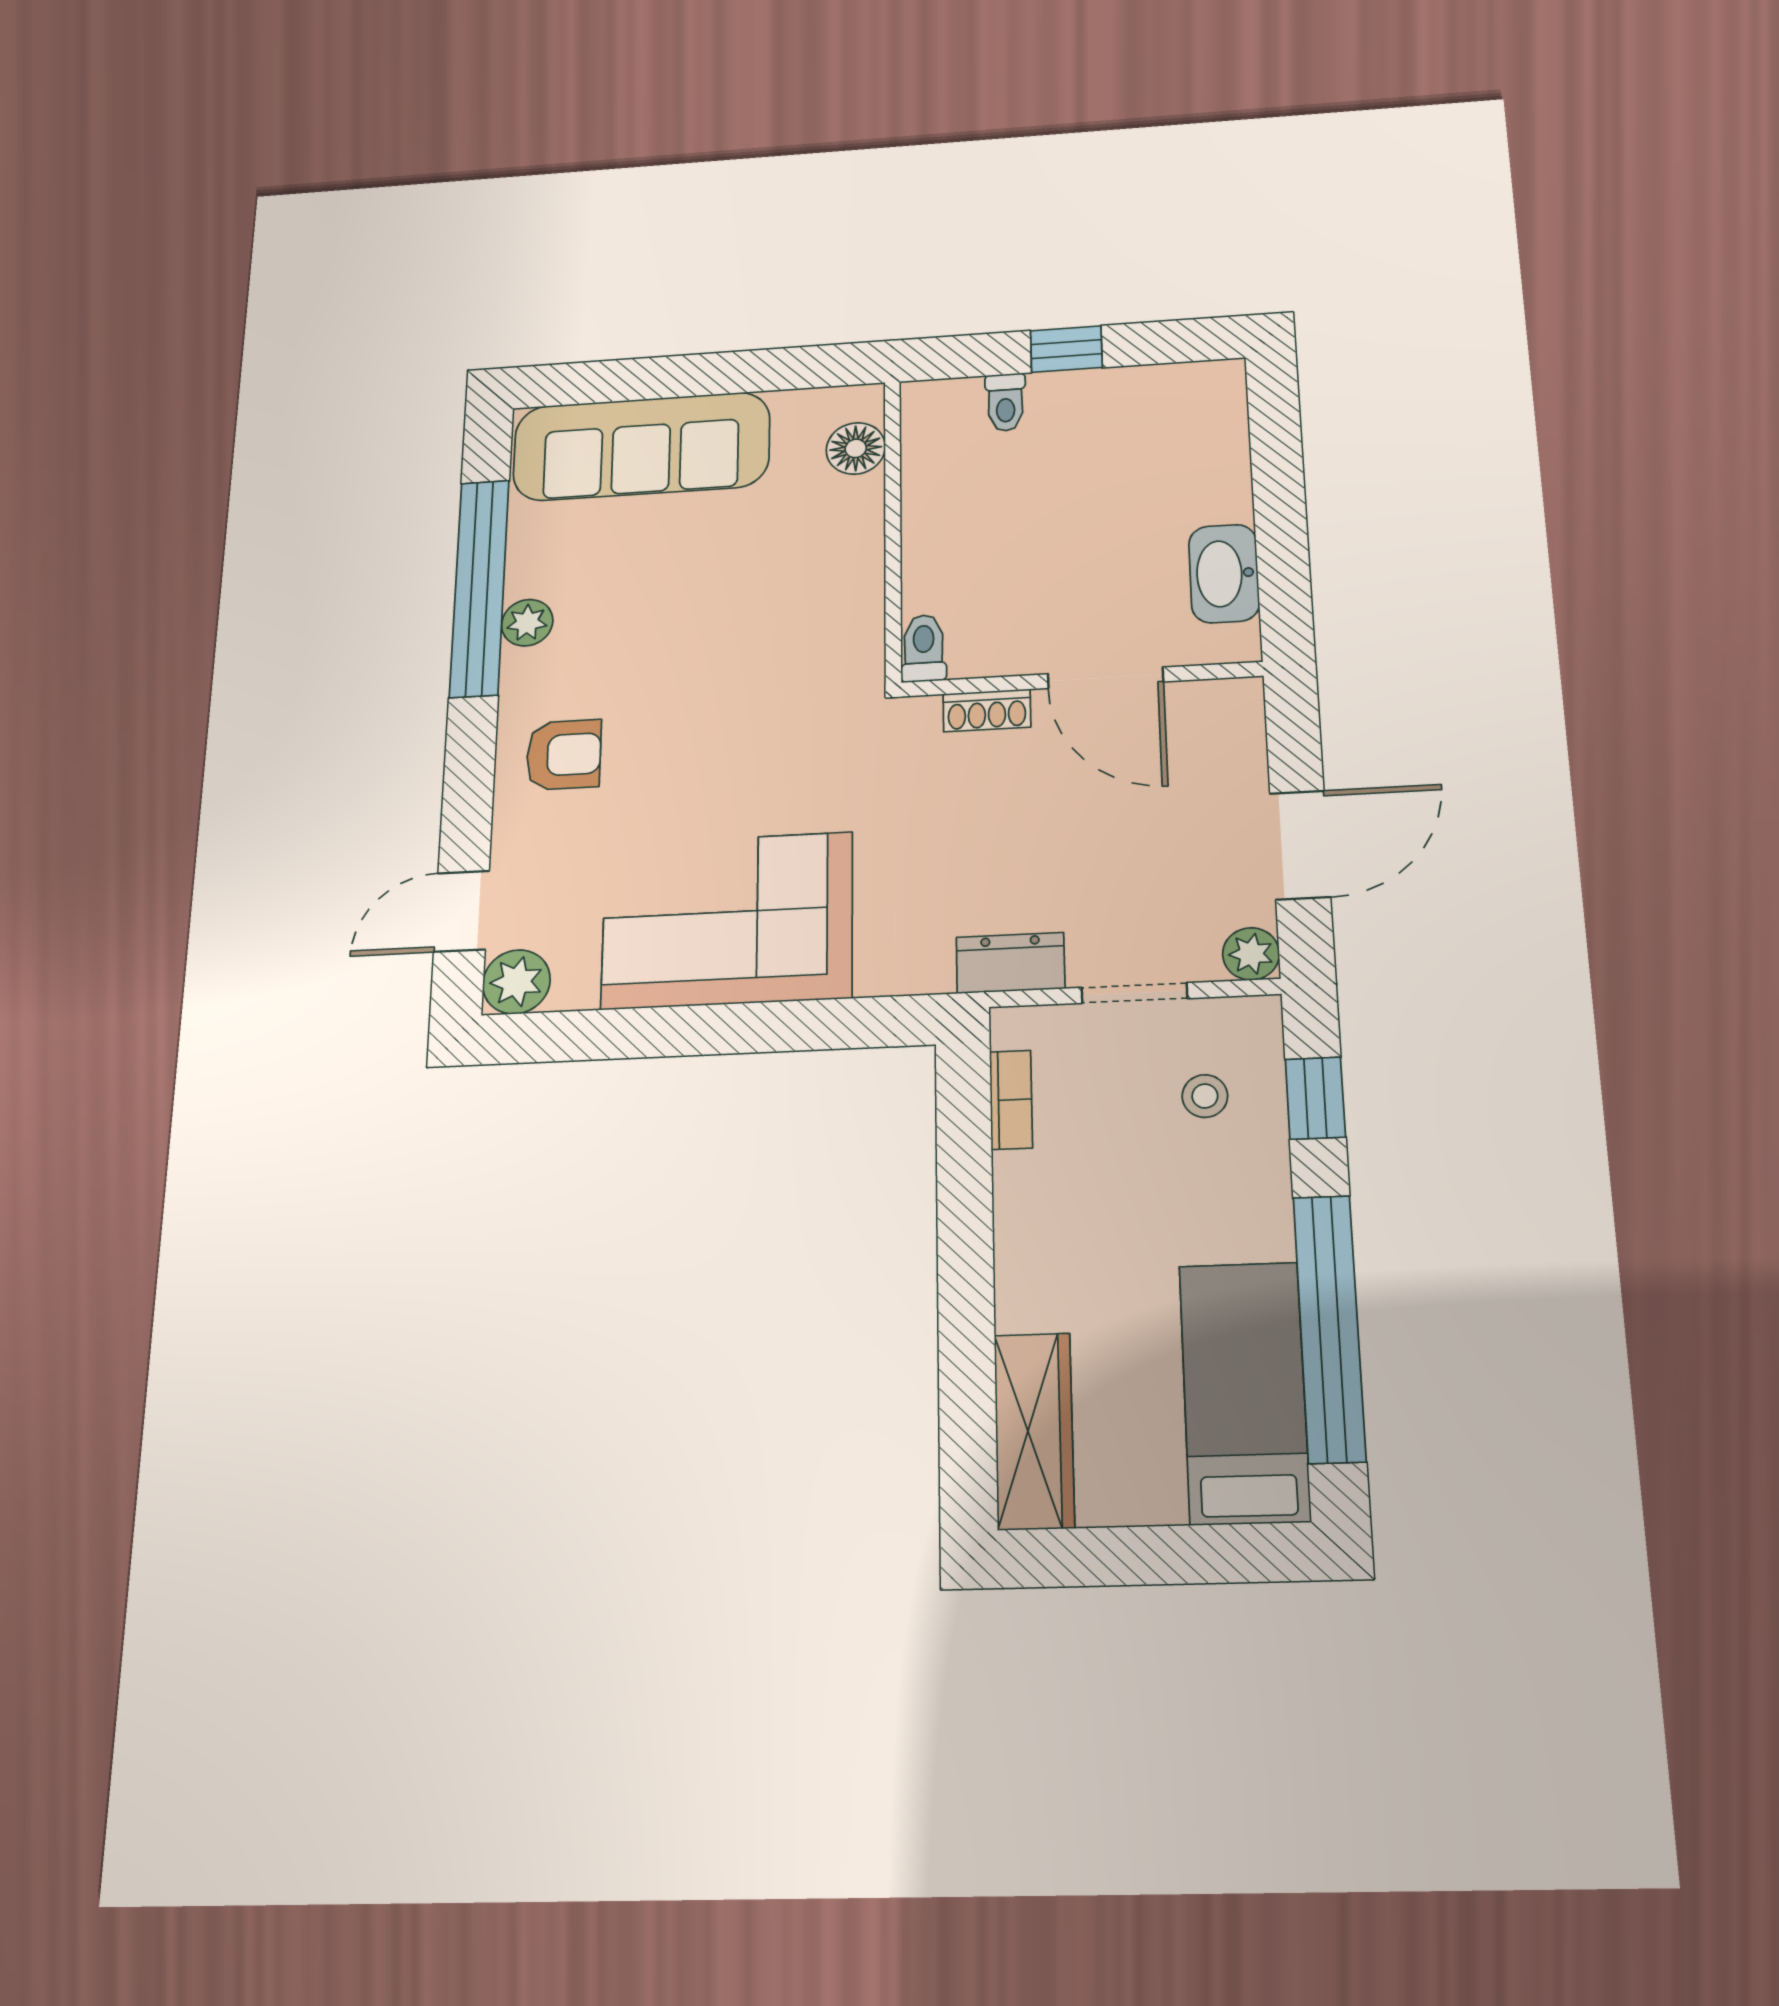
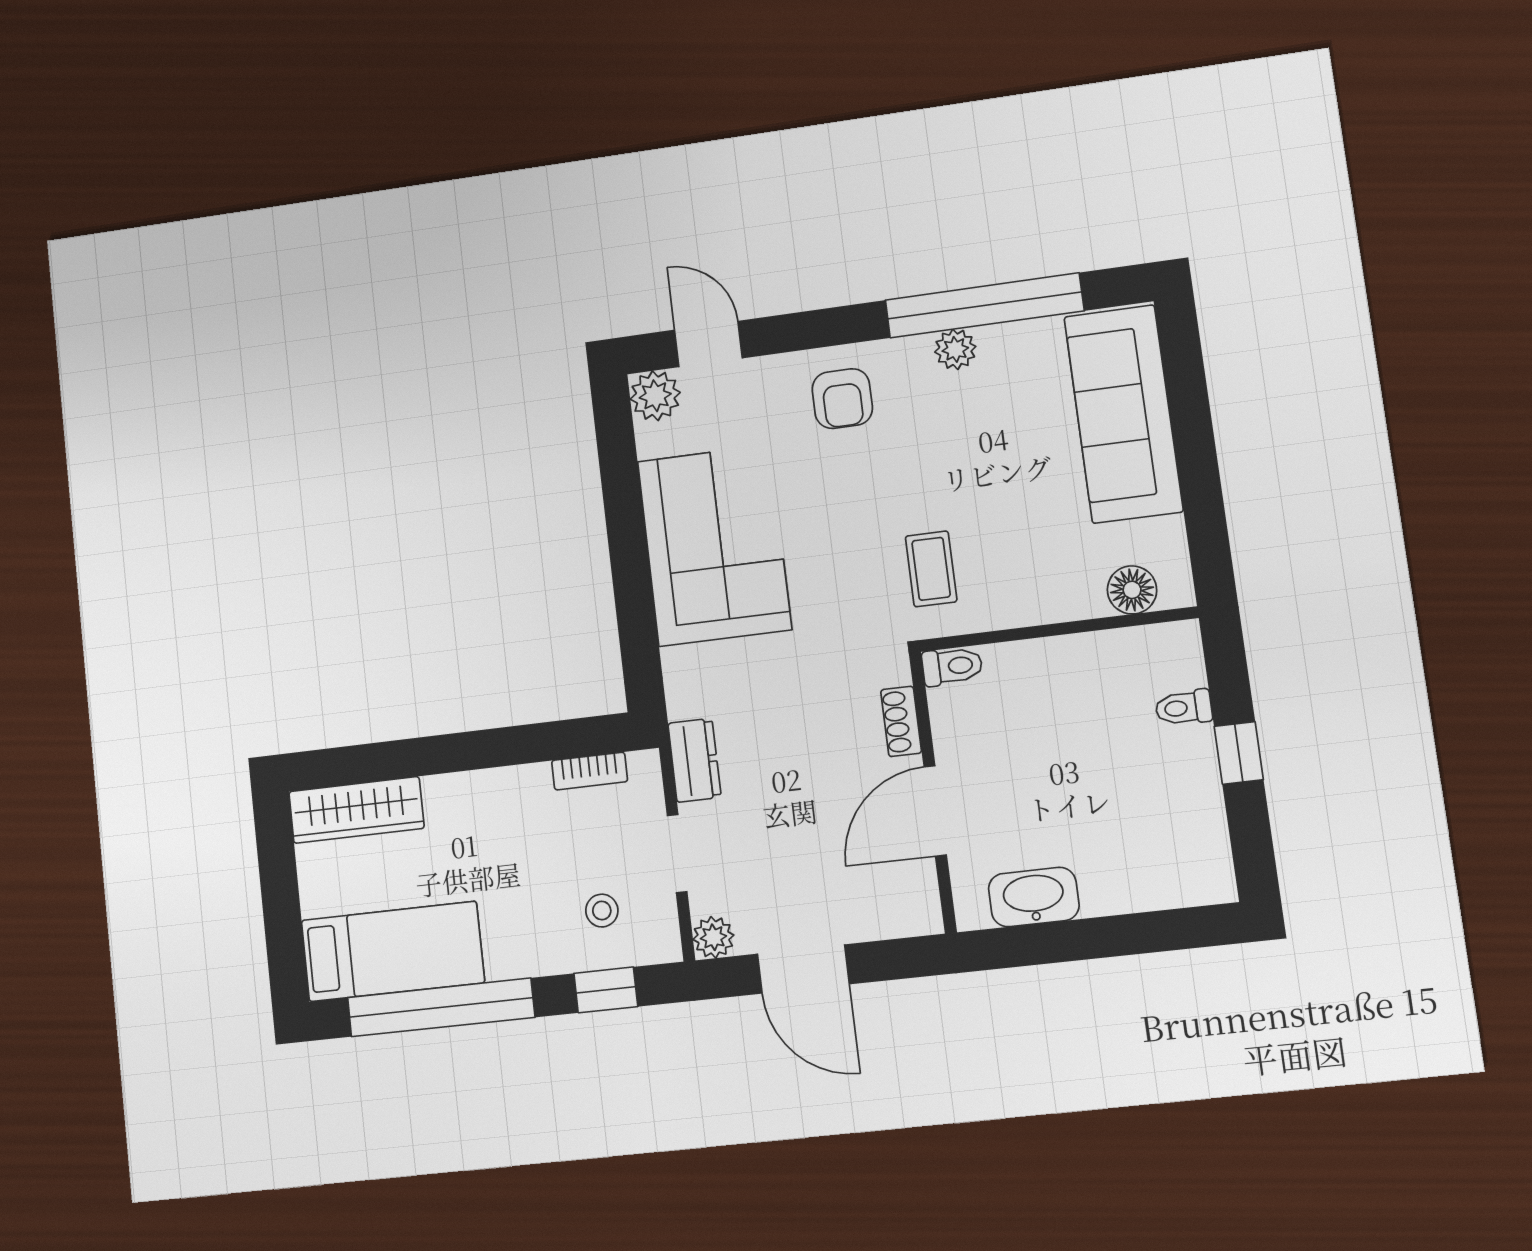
coffee table: (797, 665) -> (931, 569), added

